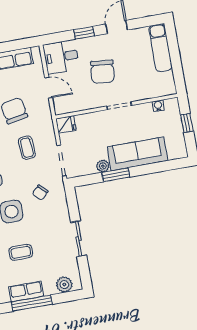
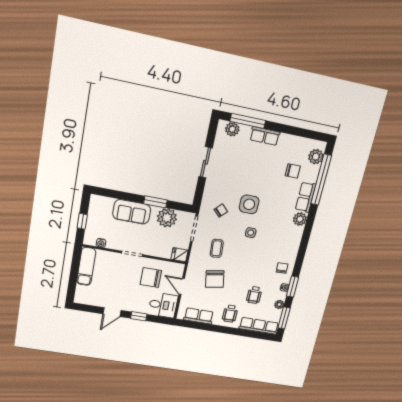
exam couch: (160, 48) -> (86, 266), moved
chair: (102, 72) -> (151, 277), moved, turned -96
sofa: (137, 154) -> (132, 212), width x0.73
plant: (103, 166) -> (167, 218), width x1.88, depth x1.88
coffee table: (21, 252) -> (256, 169), removed
window: (32, 303) -> (248, 121), moved

